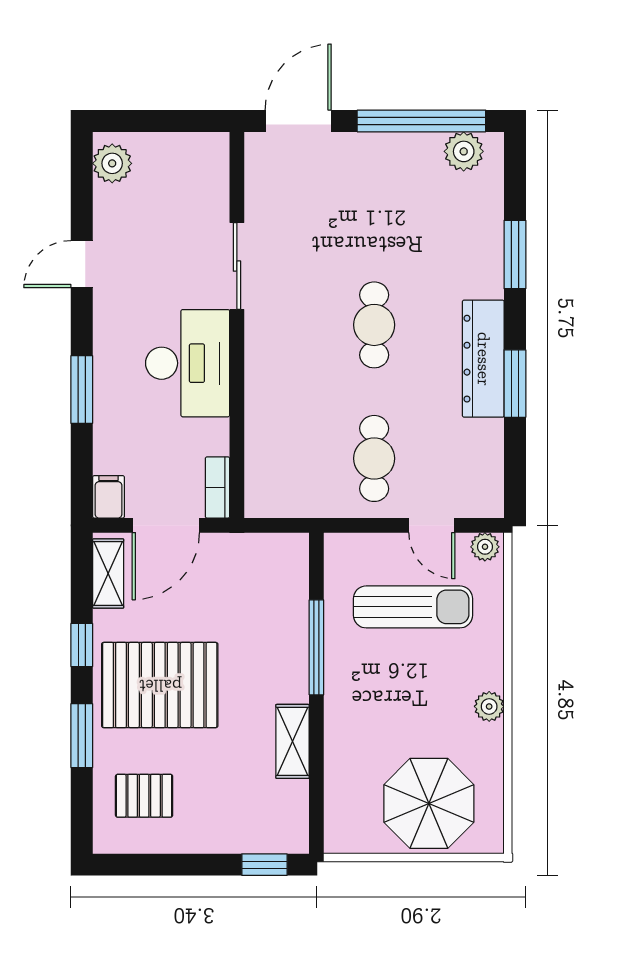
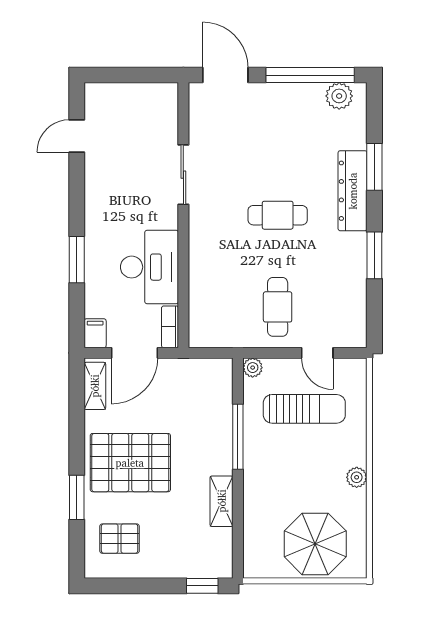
door: (298, 121) -> (225, 75), hinge flipped
plant: (112, 163) -> (98, 104), removed
door: (82, 264) -> (77, 136), moved
cafe table: (374, 325) -> (278, 215), turned 90
dresser: (483, 359) -> (353, 191), moved
desk: (188, 363) -> (149, 267), moved
plant: (485, 547) -> (253, 368), moved
window: (82, 645) -> (77, 435), removed

